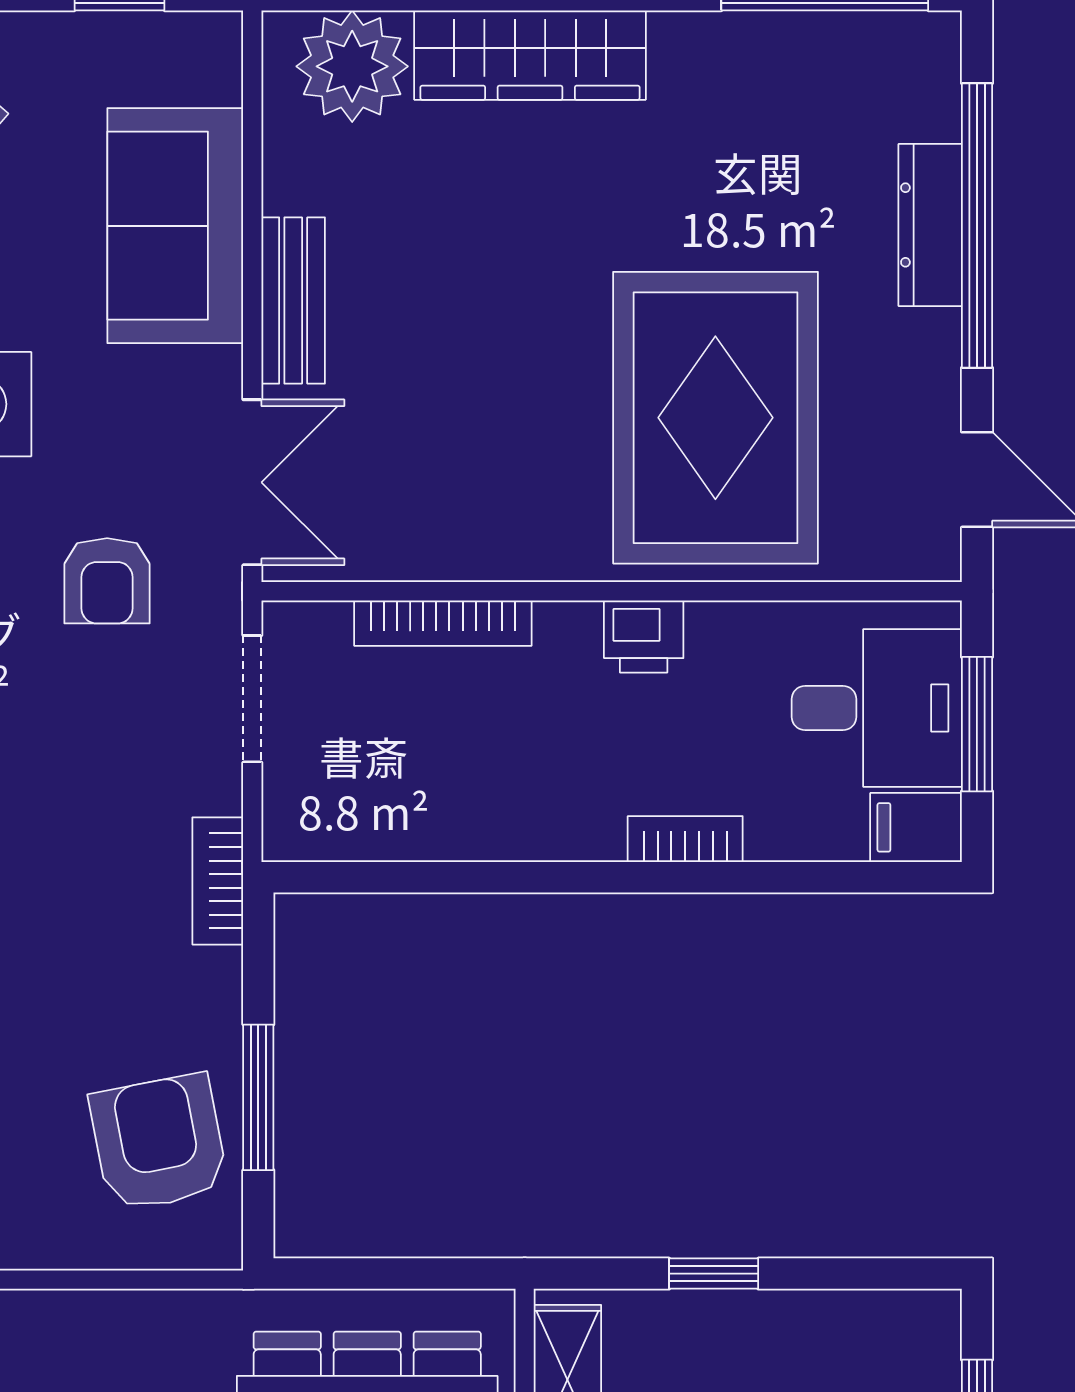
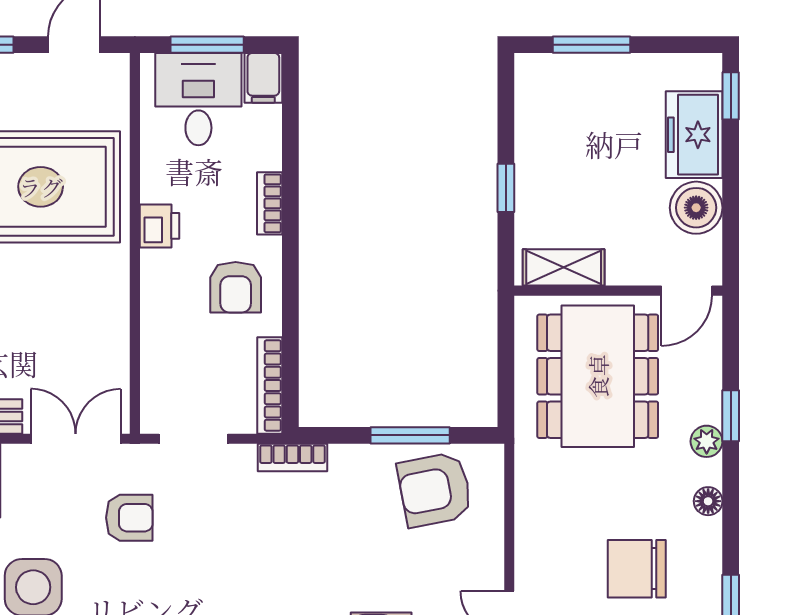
bookcase: (443, 623) -> (270, 385), moved, turned 180
armchair: (531, 776) -> (236, 287), added

